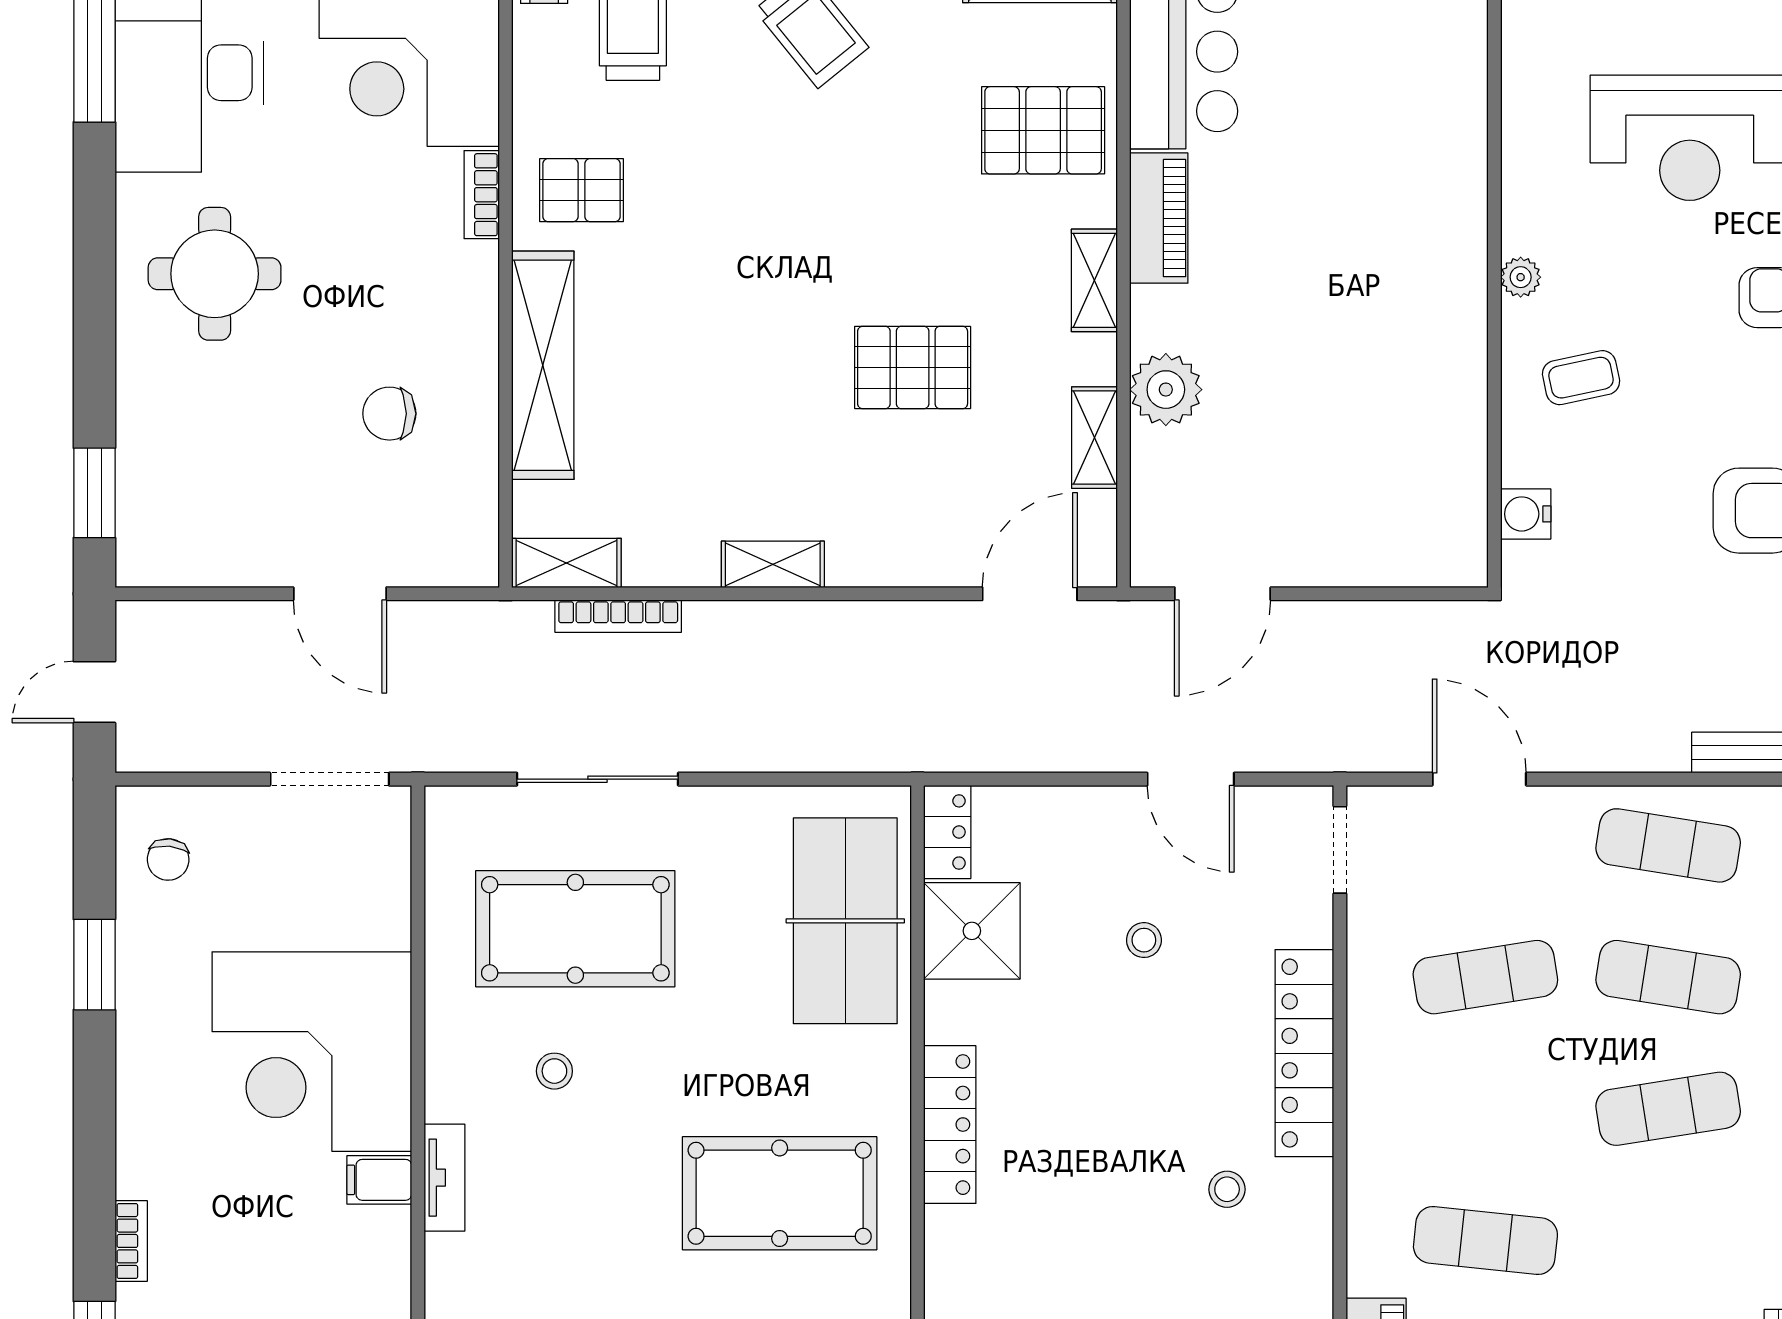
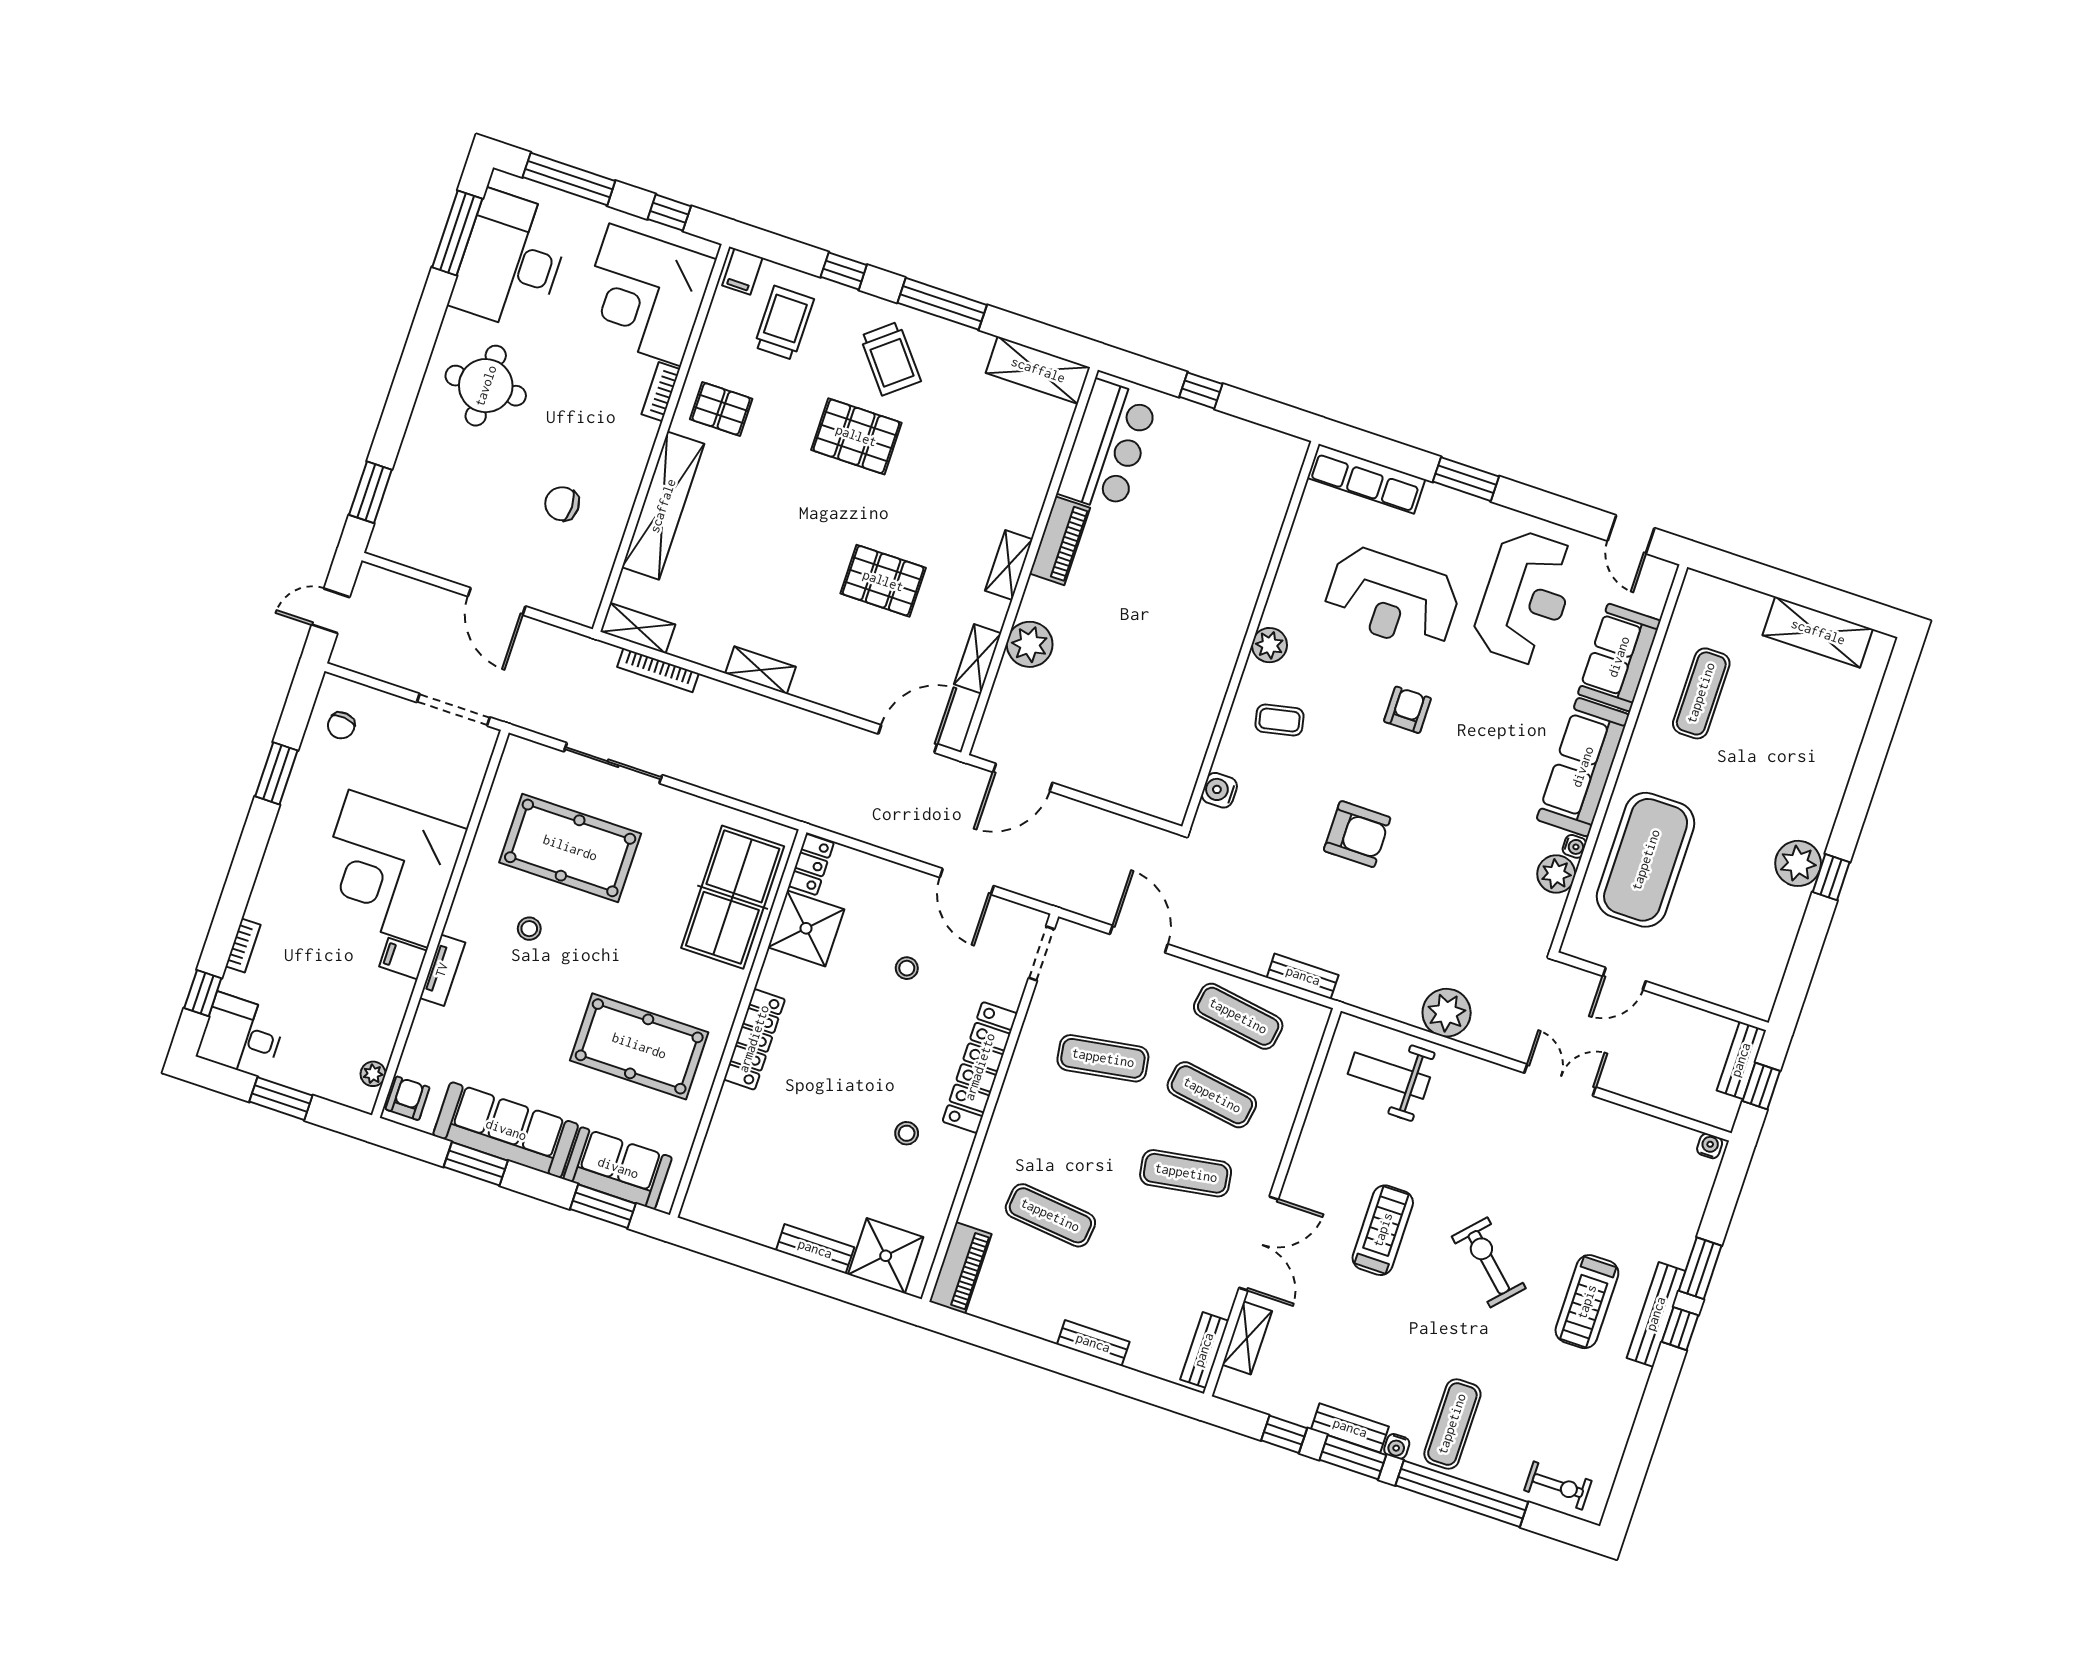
pallet: (1043, 130) -> (856, 436), moved
plant: (1521, 277) -> (1270, 645), width x1.38, depth x1.38

